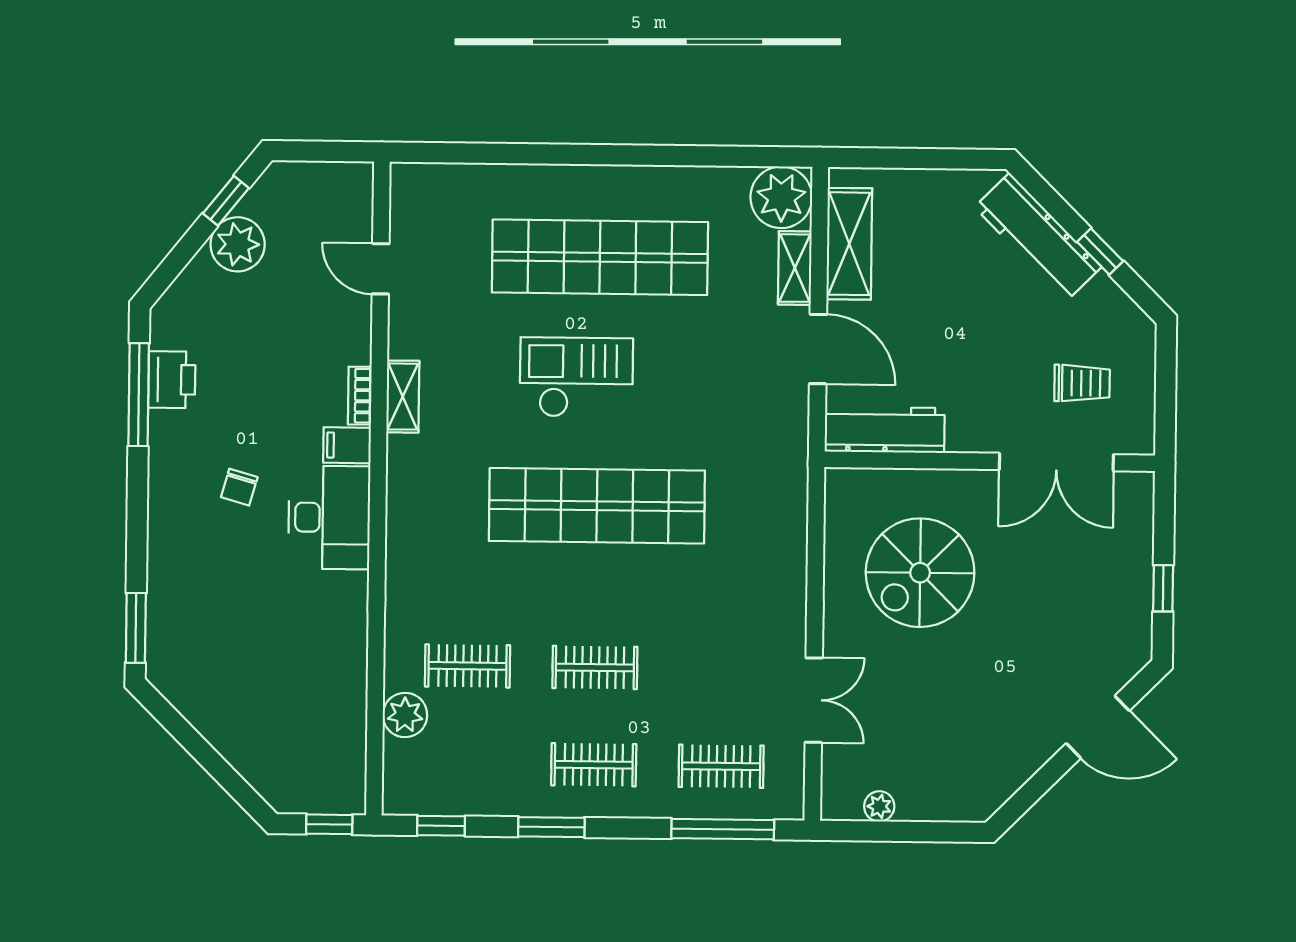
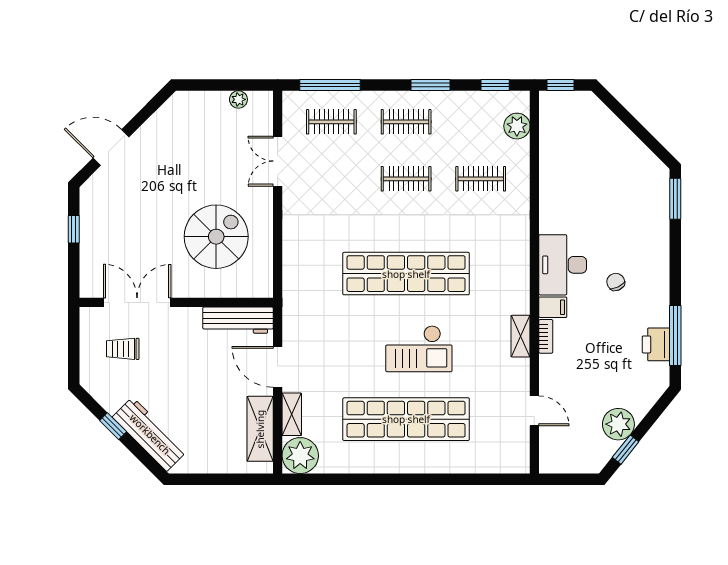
chair: (239, 487) -> (616, 282), turned -41
plant: (405, 715) -> (517, 126), moved

